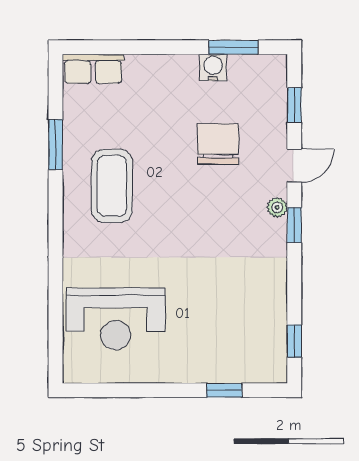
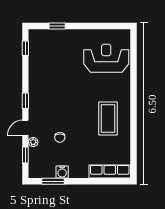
row of seats: (93, 69) -> (110, 171), width x1.48
chair: (218, 144) -> (60, 137), width x0.54, depth x0.54
window: (56, 145) -> (133, 137), removed
plant: (277, 207) -> (33, 142), moved

